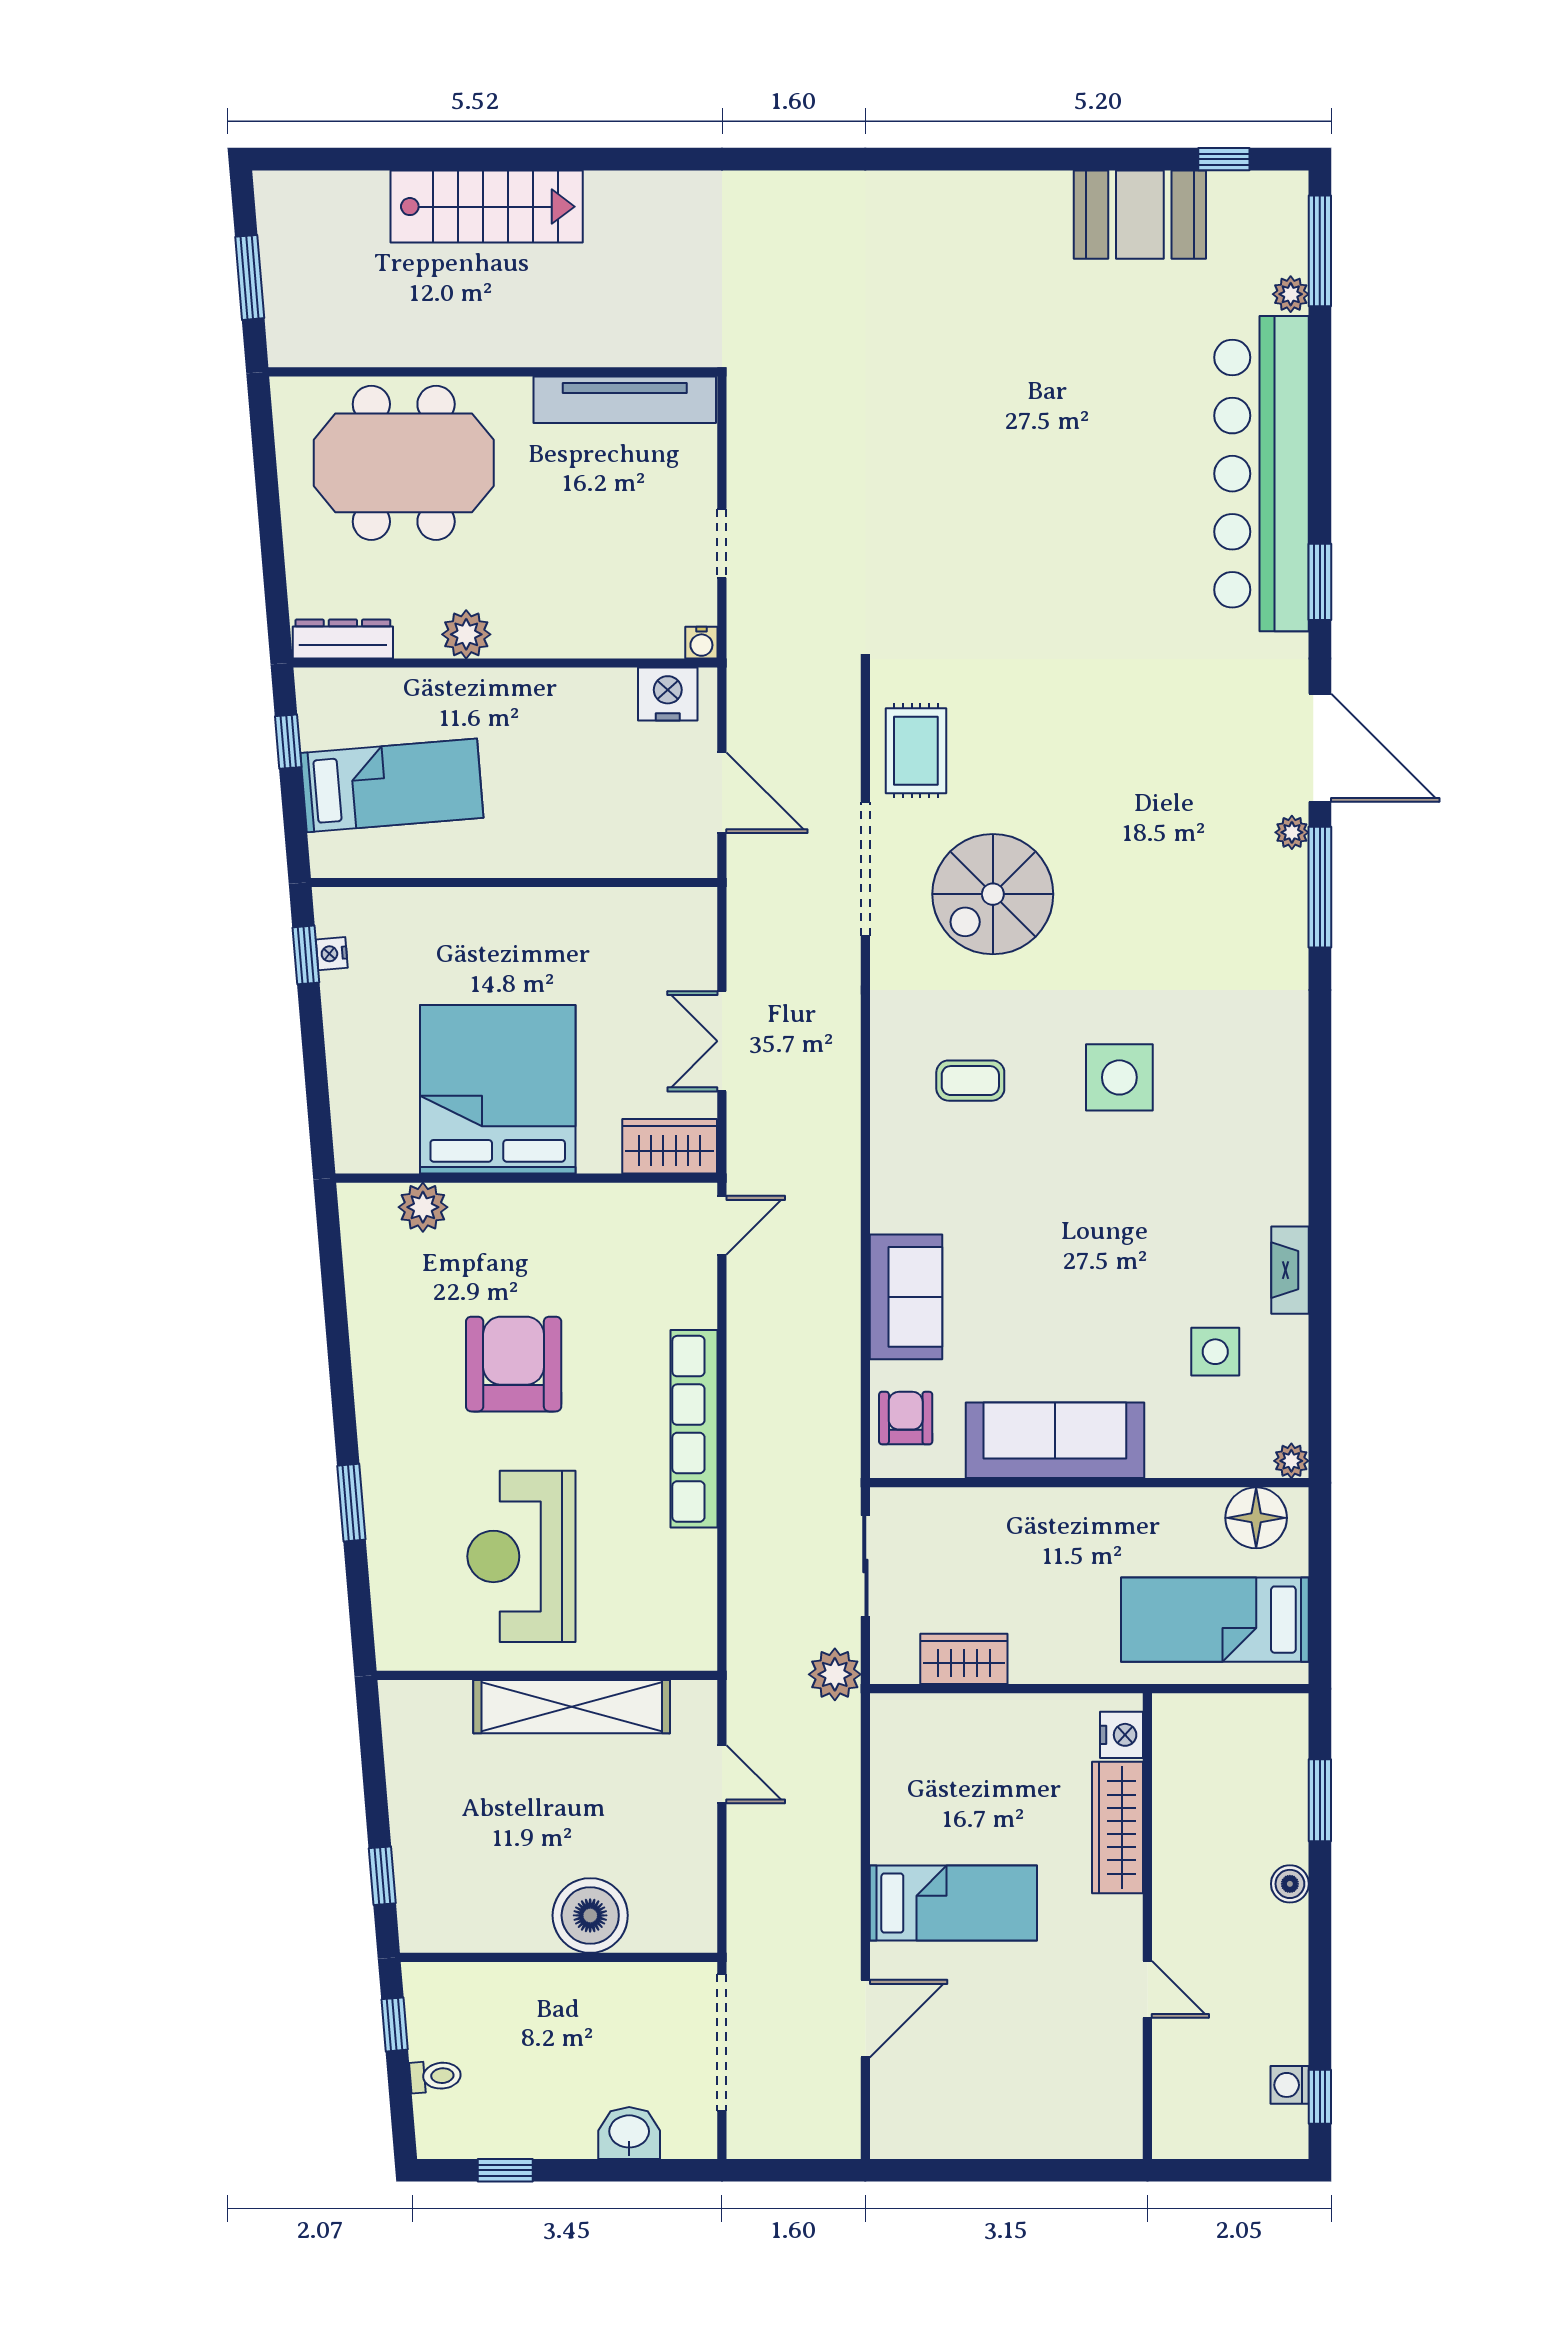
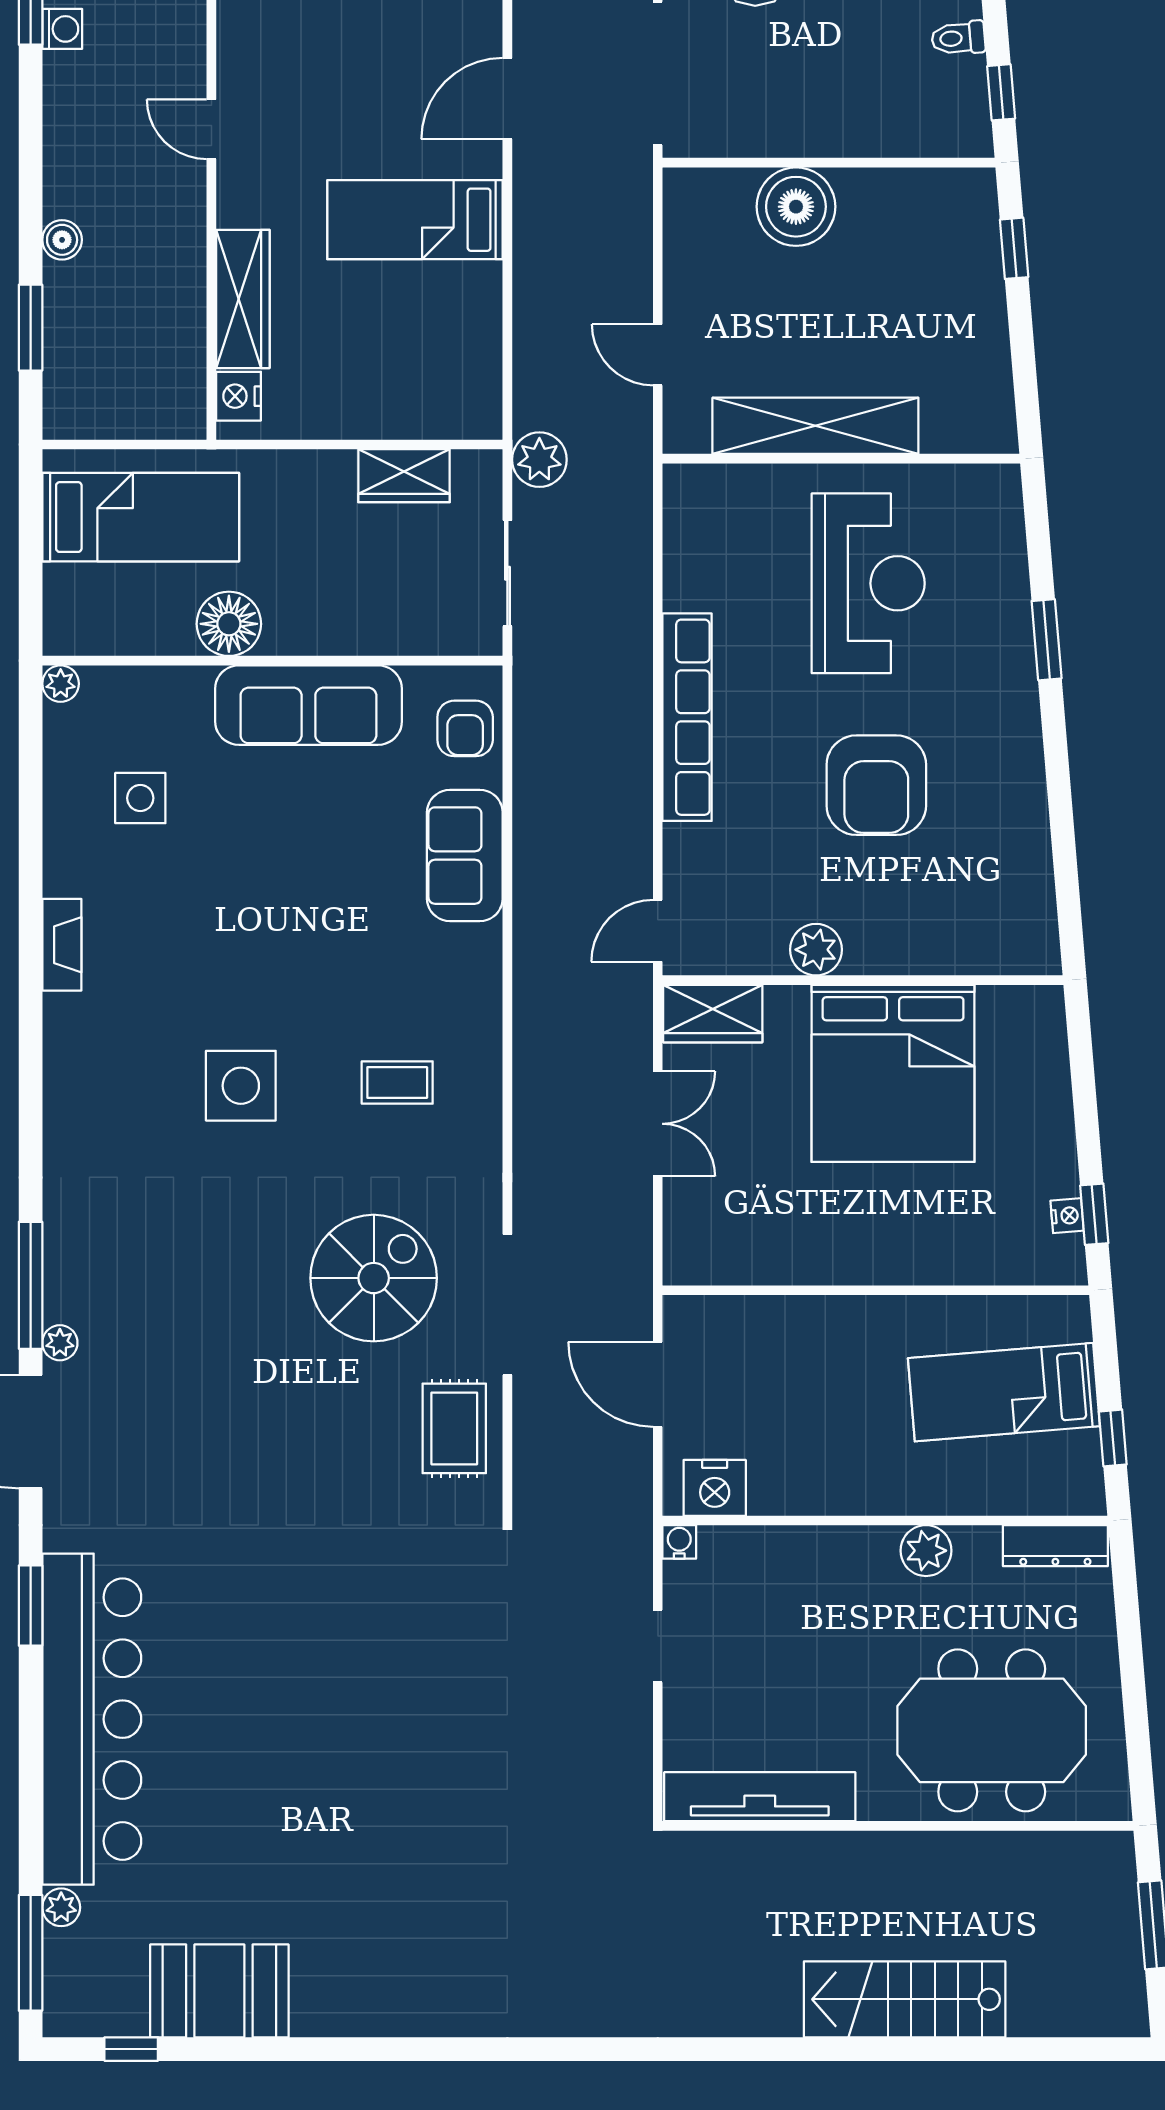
plant: (423, 1207) -> (816, 950), moved
fireplace: (1290, 1270) -> (62, 945), moved
floor lamp: (1256, 1518) -> (229, 624), moved

